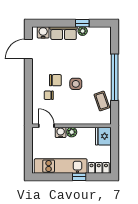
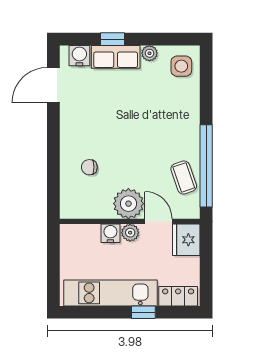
window: (82, 23) -> (112, 39), moved
window: (115, 77) -> (206, 166), moved
chair: (55, 80) -> (101, 141), removed
side table: (76, 84) -> (181, 66), moved
plant: (71, 116) -> (128, 204), added
door: (46, 126) -> (158, 221), moved

